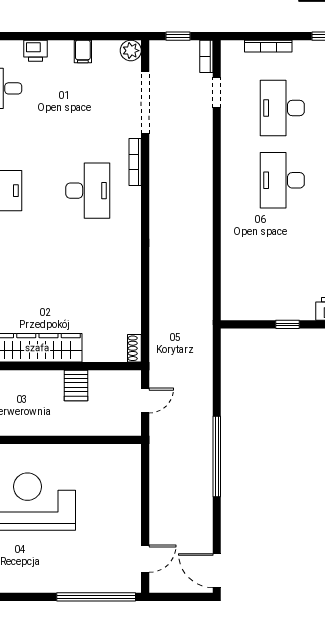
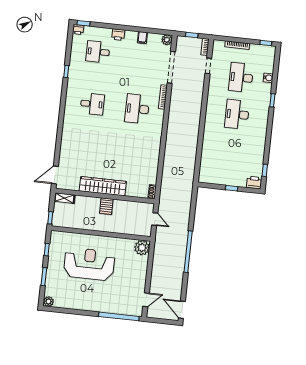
desk: (88, 191) -> (137, 109), turned 180
server rack: (76, 386) -> (106, 206), moved
door: (145, 401) -> (155, 219), hinge flipped
plant: (126, 459) -> (142, 248), added

